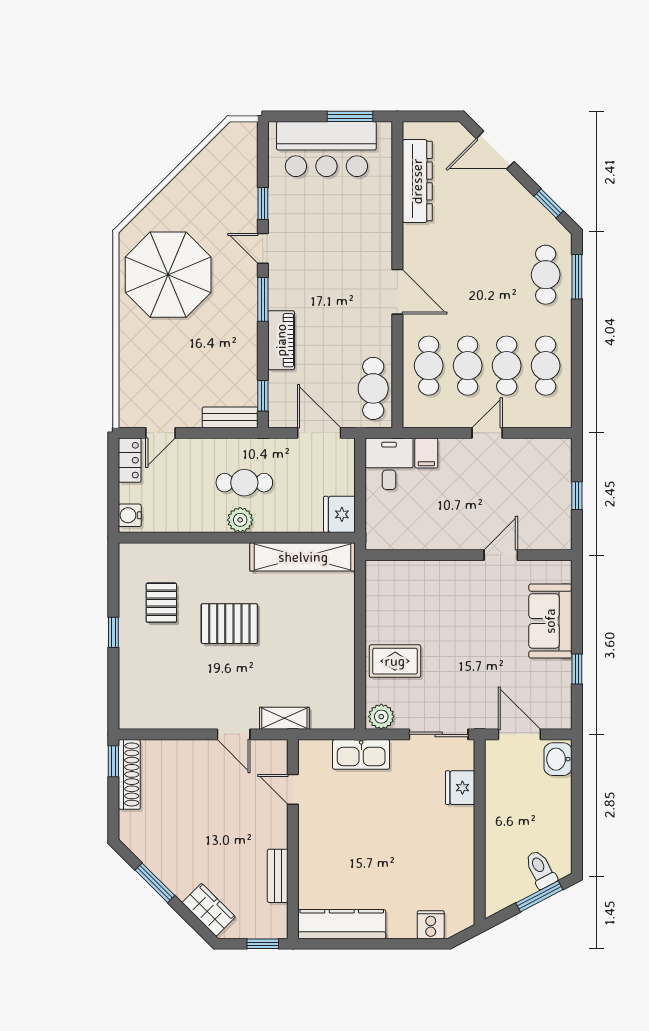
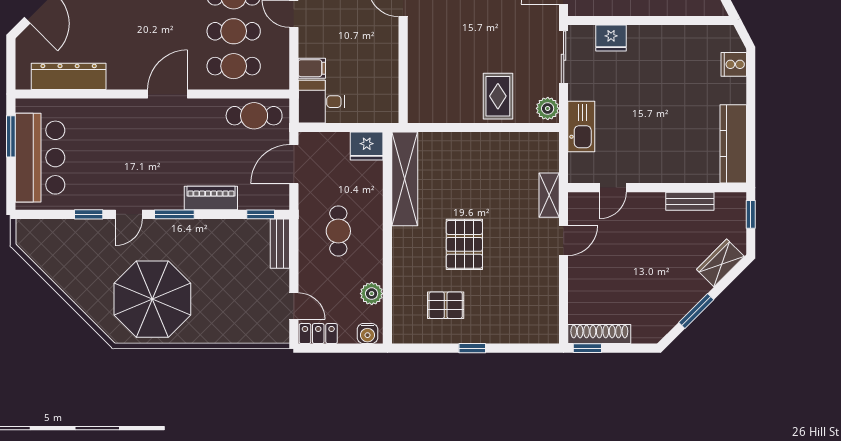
plant: (240, 520) -> (372, 294), moved

